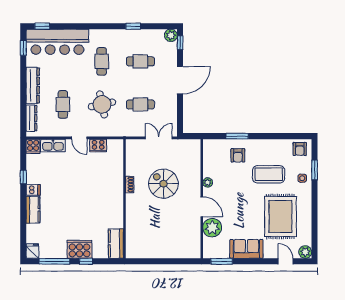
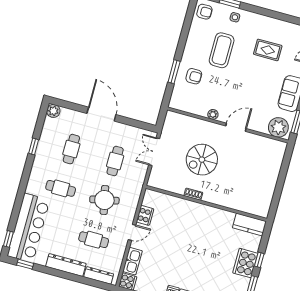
window: (180, 43) -> (63, 104), removed
rug: (280, 217) -> (268, 50), width x0.54, depth x0.49
plant: (212, 228) -> (278, 127), moved

